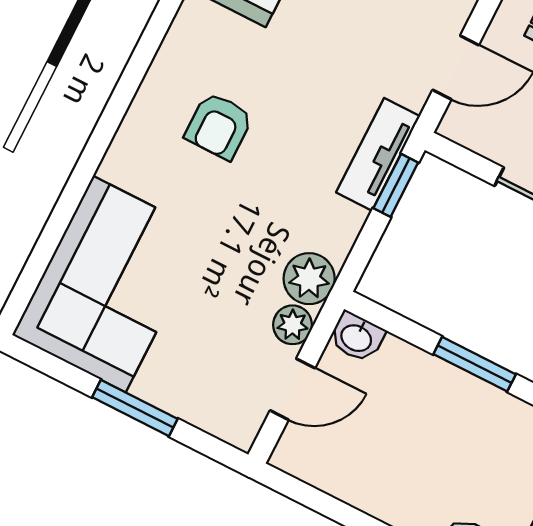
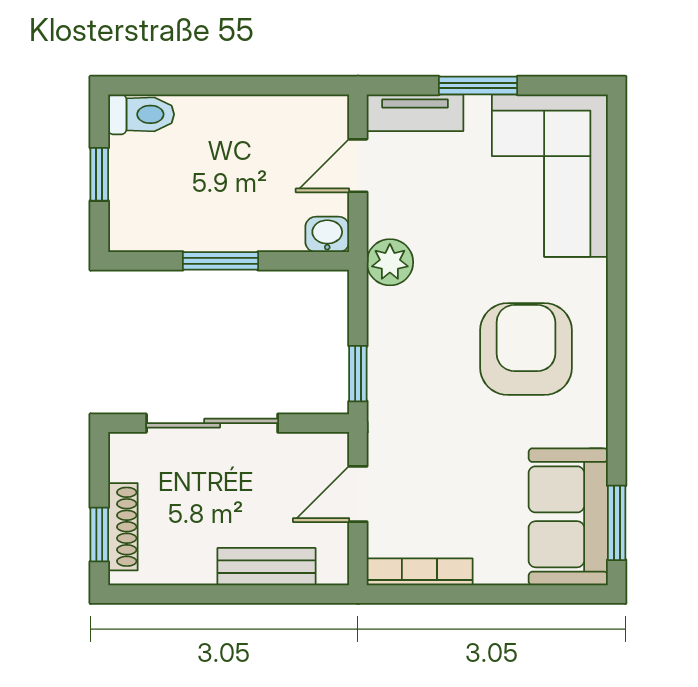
armchair: (219, 126) -> (526, 349), width x1.88, depth x1.88
tv unit: (378, 154) -> (415, 113), moved, turned 90
plant: (293, 325) -> (384, 218), removed

